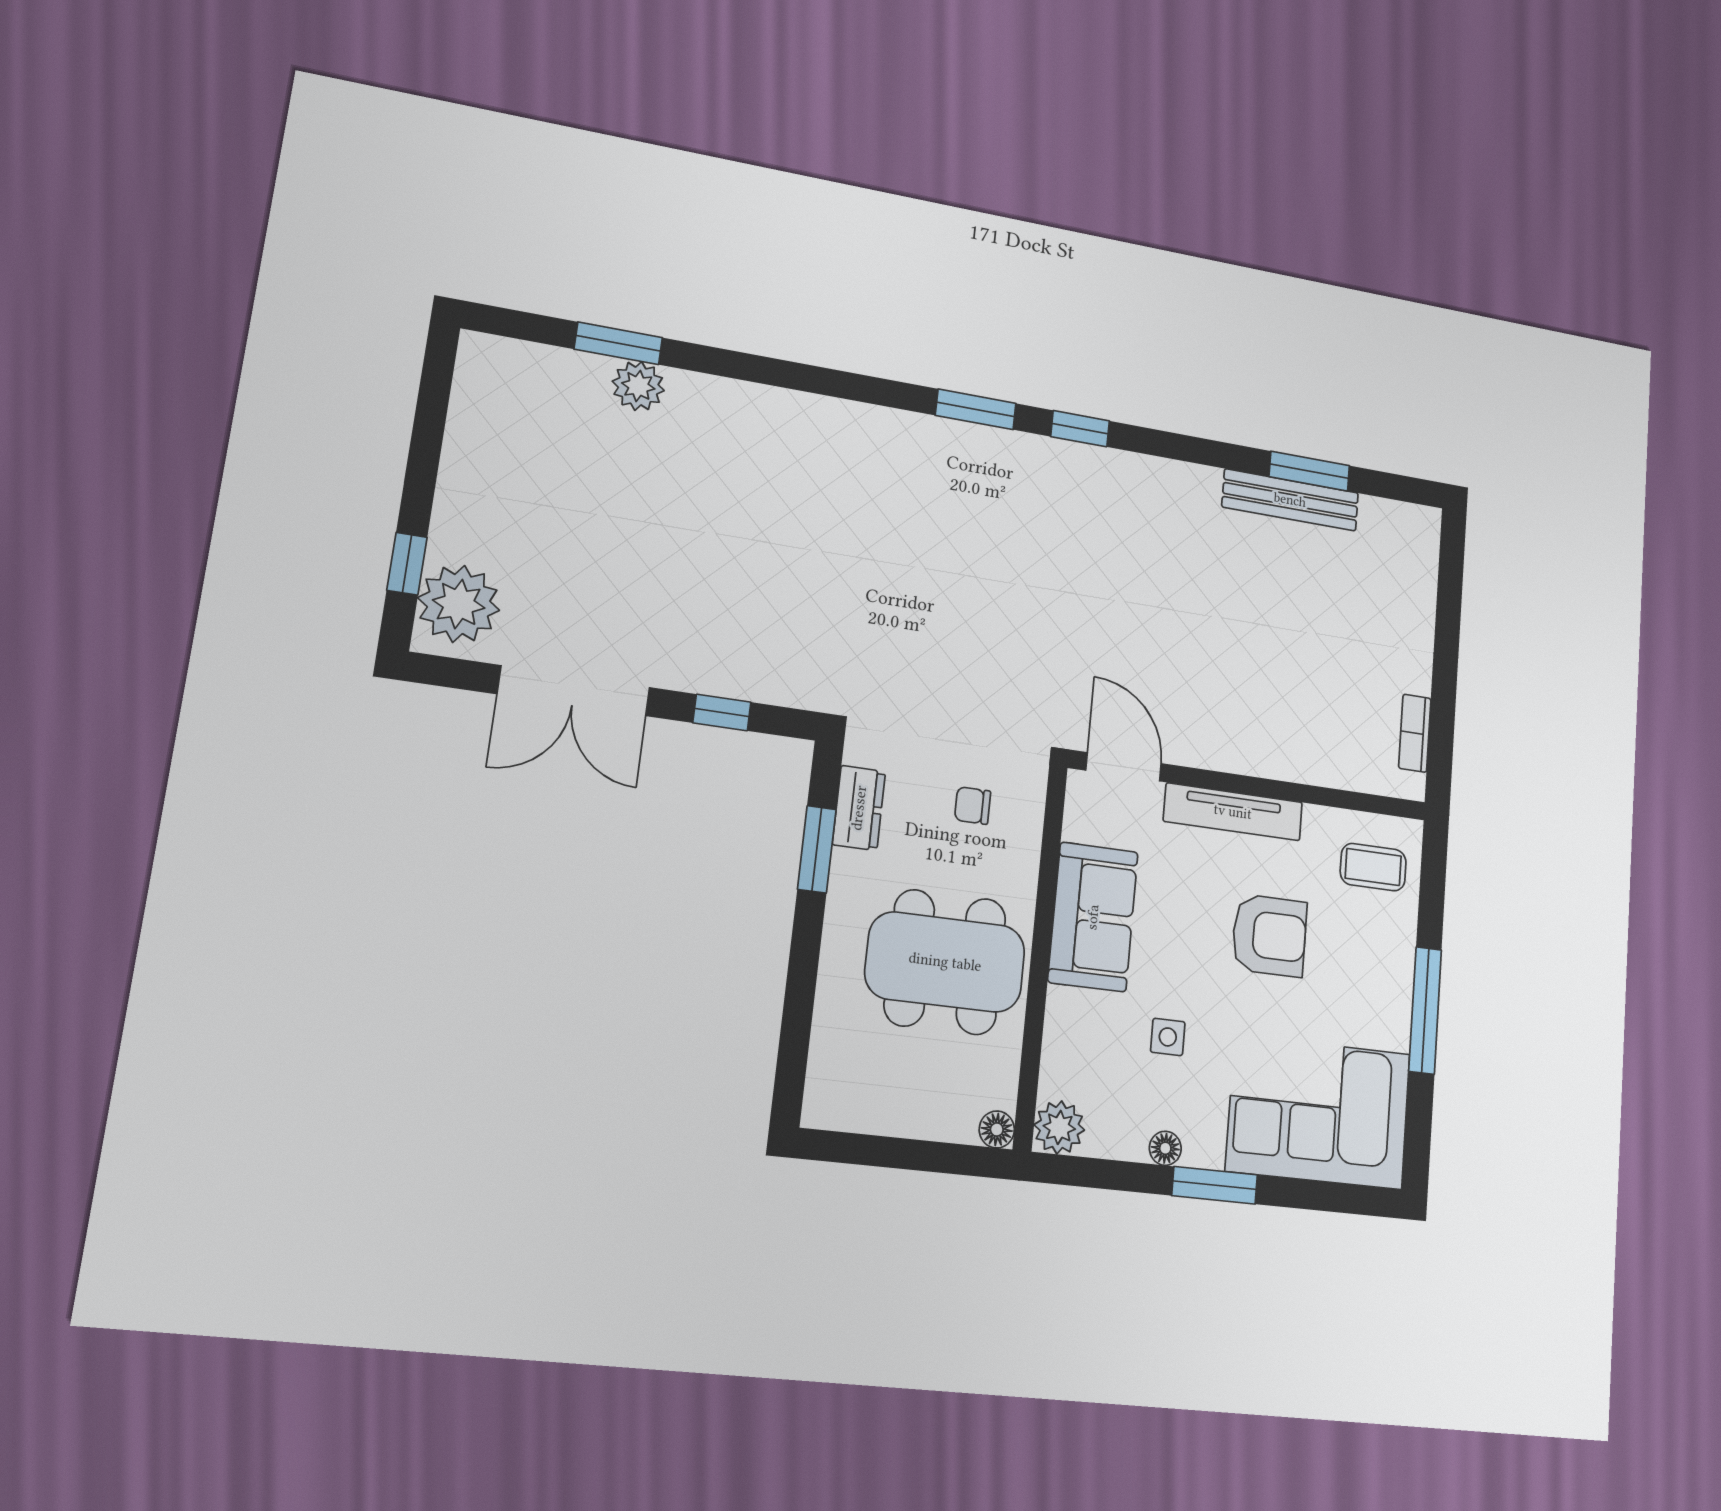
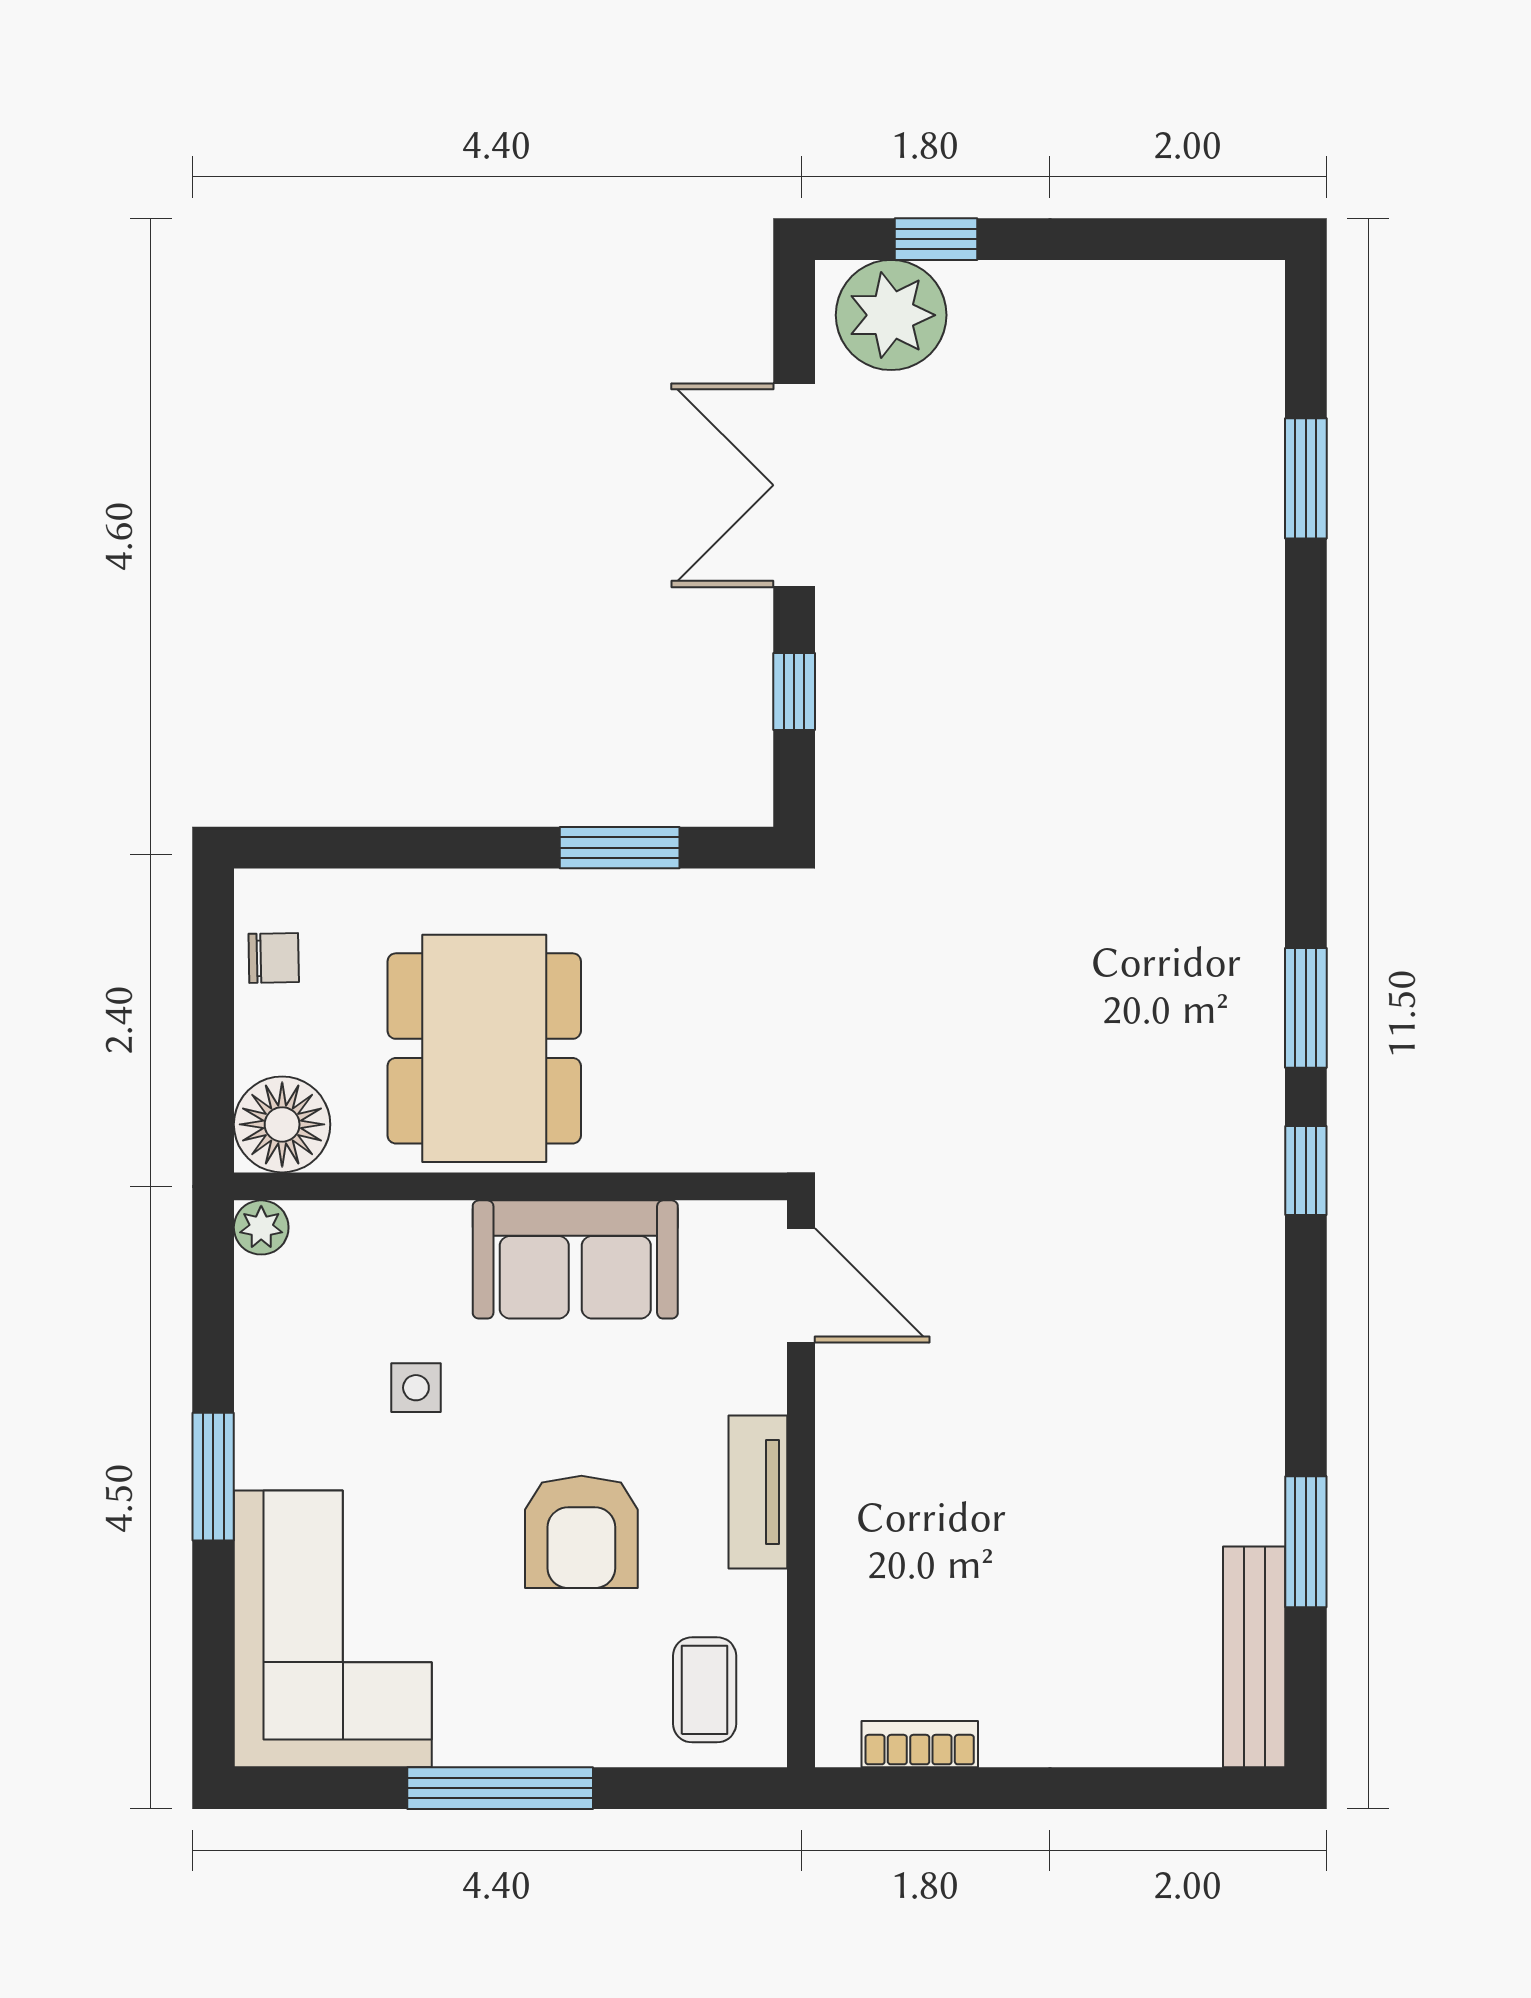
plant: (638, 386) -> (1248, 514), removed
bench: (1290, 500) -> (1254, 1657), moved
door: (1124, 767) -> (801, 1285), hinge flipped
chair: (973, 806) -> (274, 958), moved, turned 89
dresser: (859, 808) -> (686, 901), removed
tv unit: (1233, 812) -> (758, 1492), width x0.71
plant: (1059, 1127) -> (261, 1227), width x0.73, depth x0.73
floor lamp: (997, 1129) -> (282, 1124), width x1.89, depth x1.89
floor lamp: (1165, 1148) -> (258, 1398), removed

